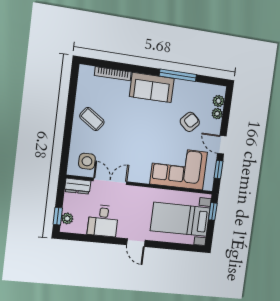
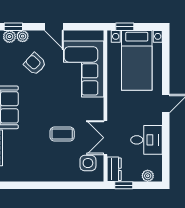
coffee table: (92, 119) -> (62, 134), moved, turned 55
door: (222, 145) -> (54, 27), hinge flipped
window: (218, 170) -> (13, 27), moved
window: (58, 216) -> (124, 185), moved

